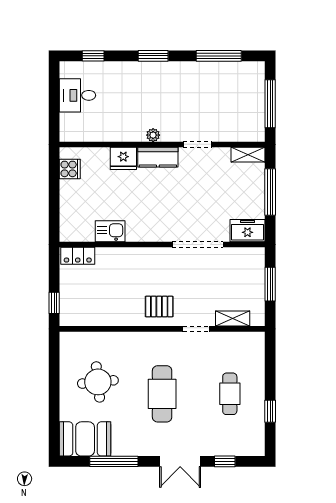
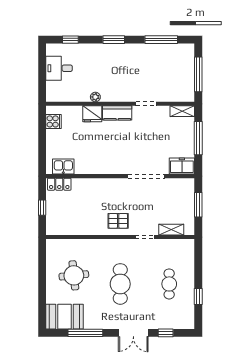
plant: (153, 135) -> (95, 97), moved
kitchen sink: (110, 231) -> (63, 166), moved
window: (54, 303) -> (42, 208), moved

